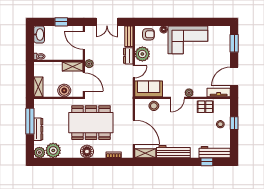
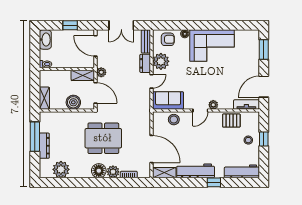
dining table: (91, 123) -> (103, 138), width x0.73, depth x0.80
plant: (39, 152) -> (113, 172), moved
window: (207, 162) -> (214, 182), moved

